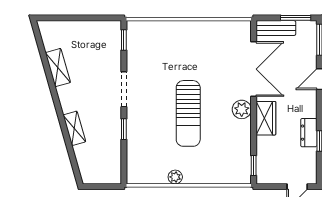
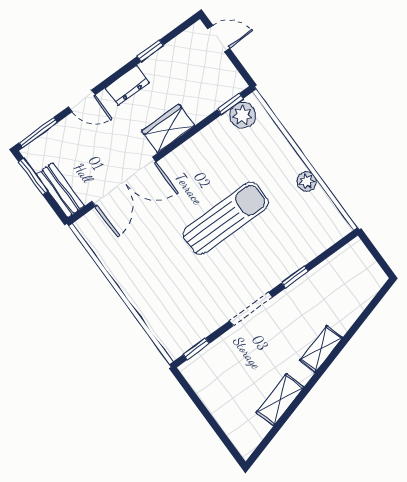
double door: (254, 69) -> (124, 182), swing flipped
plant: (242, 109) -> (243, 115), moved
shelving: (74, 128) -> (321, 349), moved
dresser: (309, 133) -> (127, 85), moved

